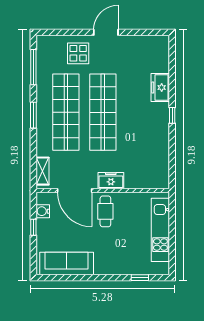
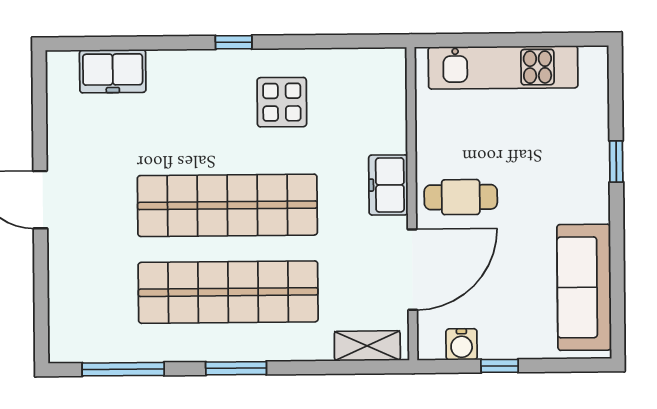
display table: (78, 53) -> (282, 102), moved
freezer: (160, 88) -> (113, 71), moved
window: (140, 278) -> (616, 161), moved

